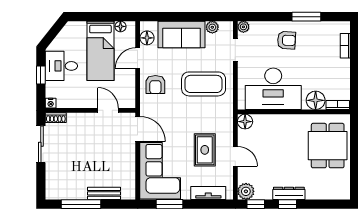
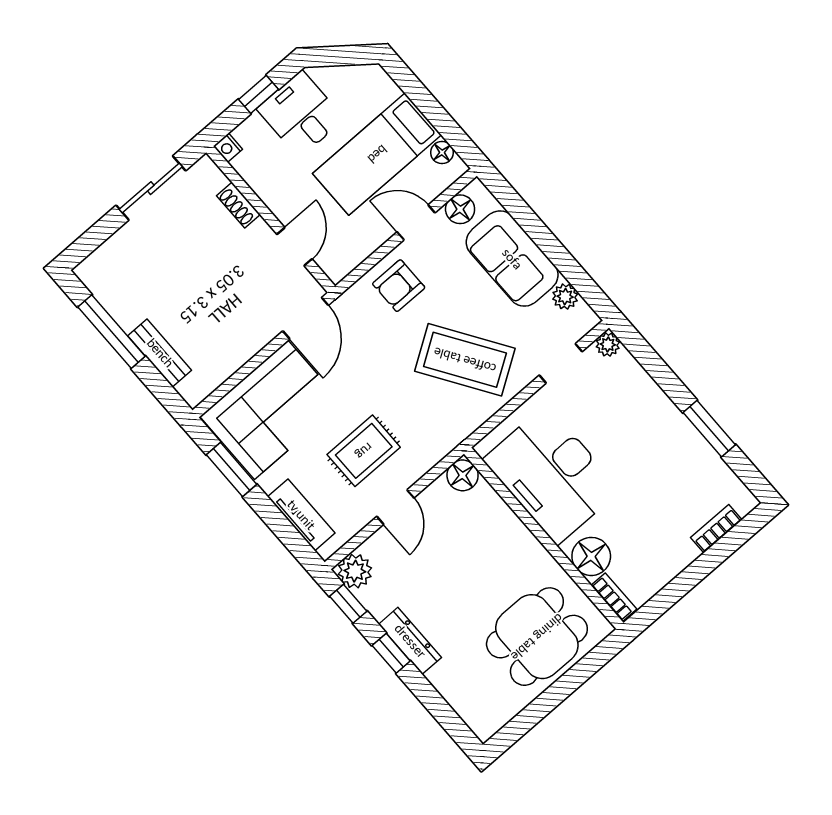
armchair: (286, 40) -> (645, 430), removed
coffee table: (204, 84) -> (465, 360), turned -33
shoe rack: (56, 118) -> (238, 205), moved

